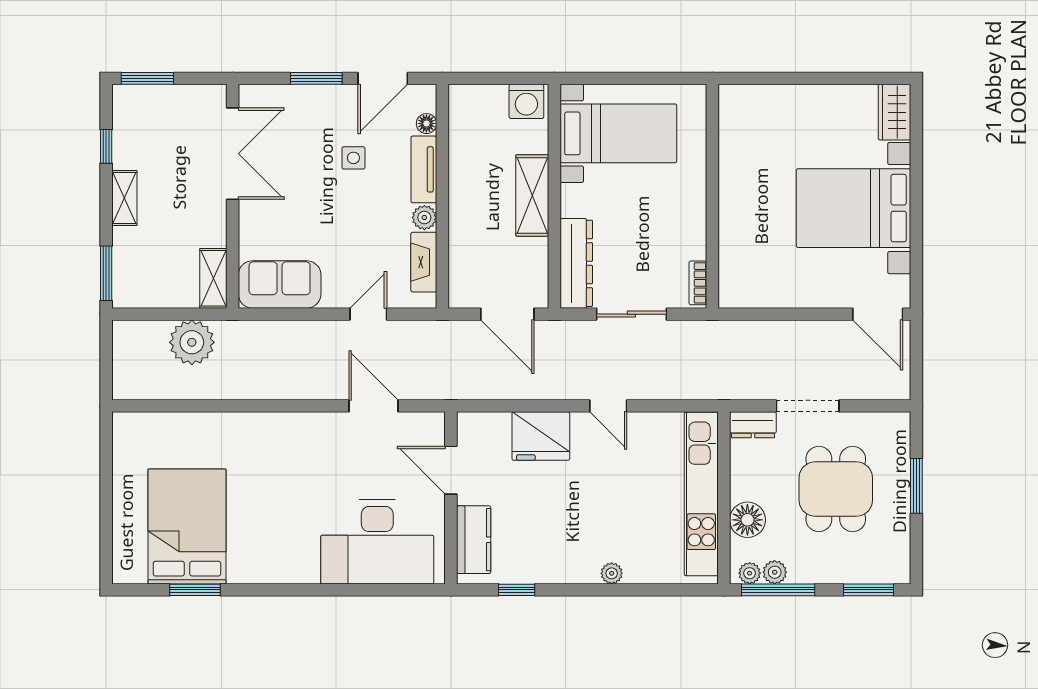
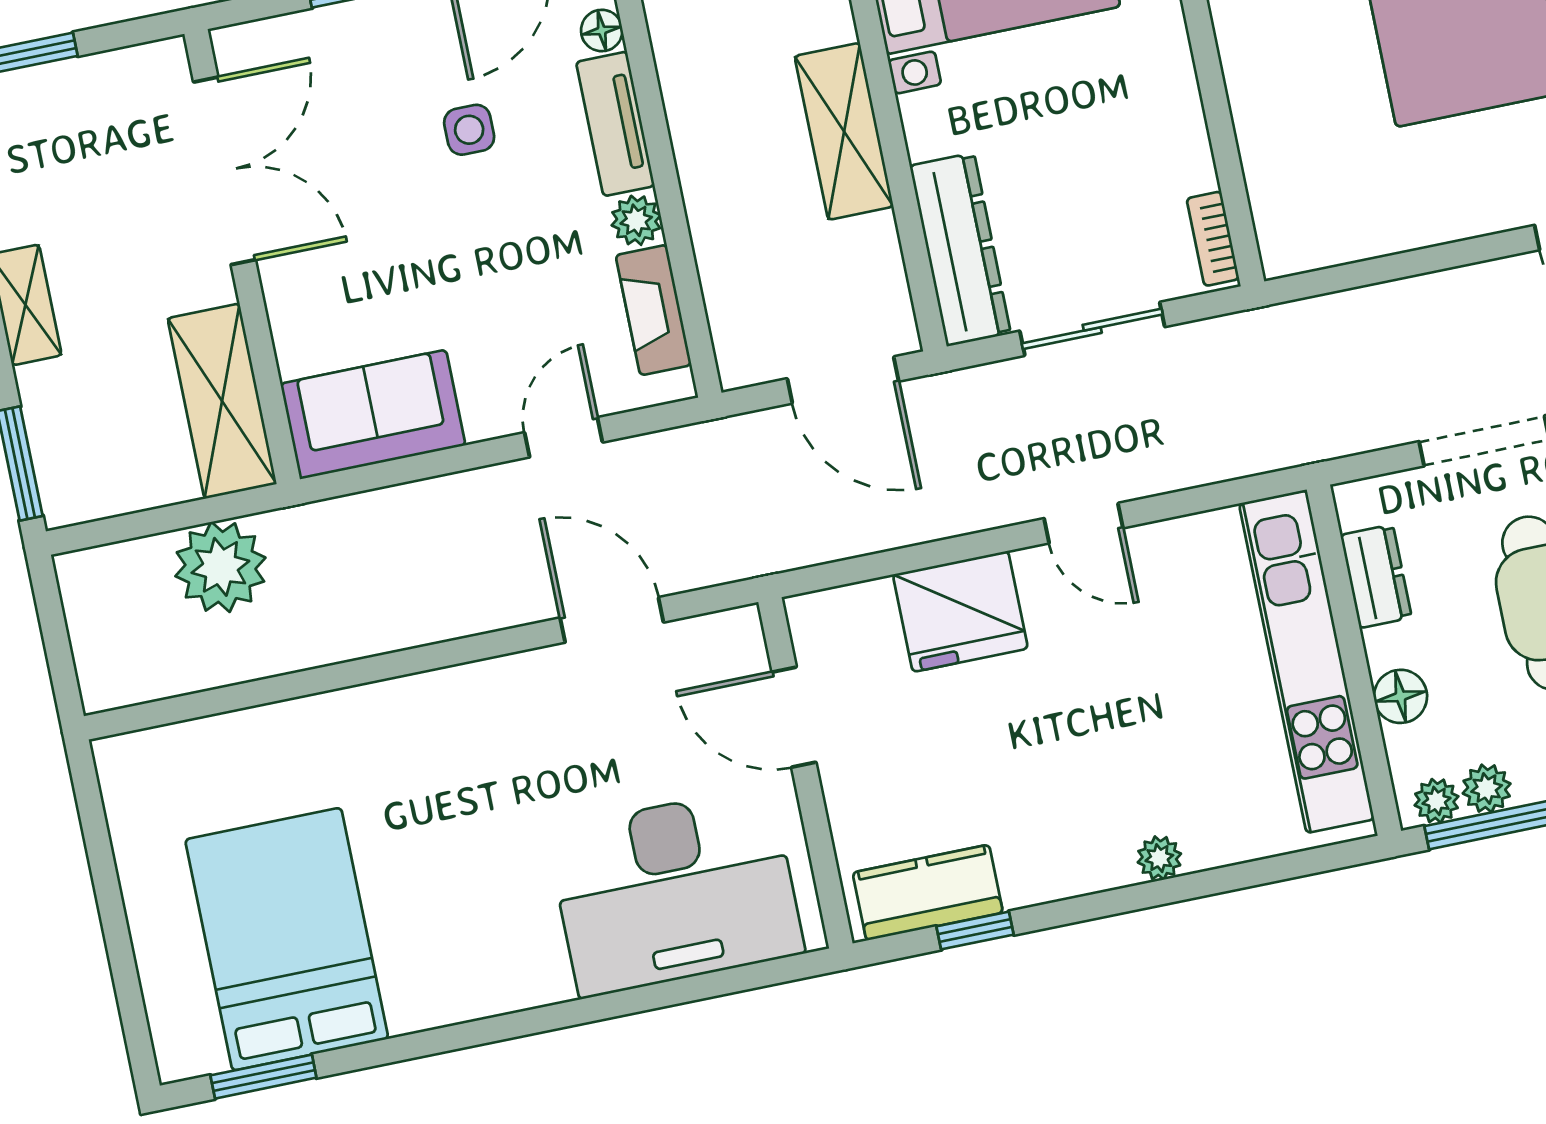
shelving: (213, 278) -> (222, 401), width x1.50, depth x1.33
dresser: (753, 425) -> (1376, 576), moved, turned -90
floor lamp: (747, 520) -> (1400, 696), width x0.73, depth x0.73
kitchen counter: (474, 540) -> (928, 893), moved, turned -90
window: (195, 590) -> (263, 1077), moved

